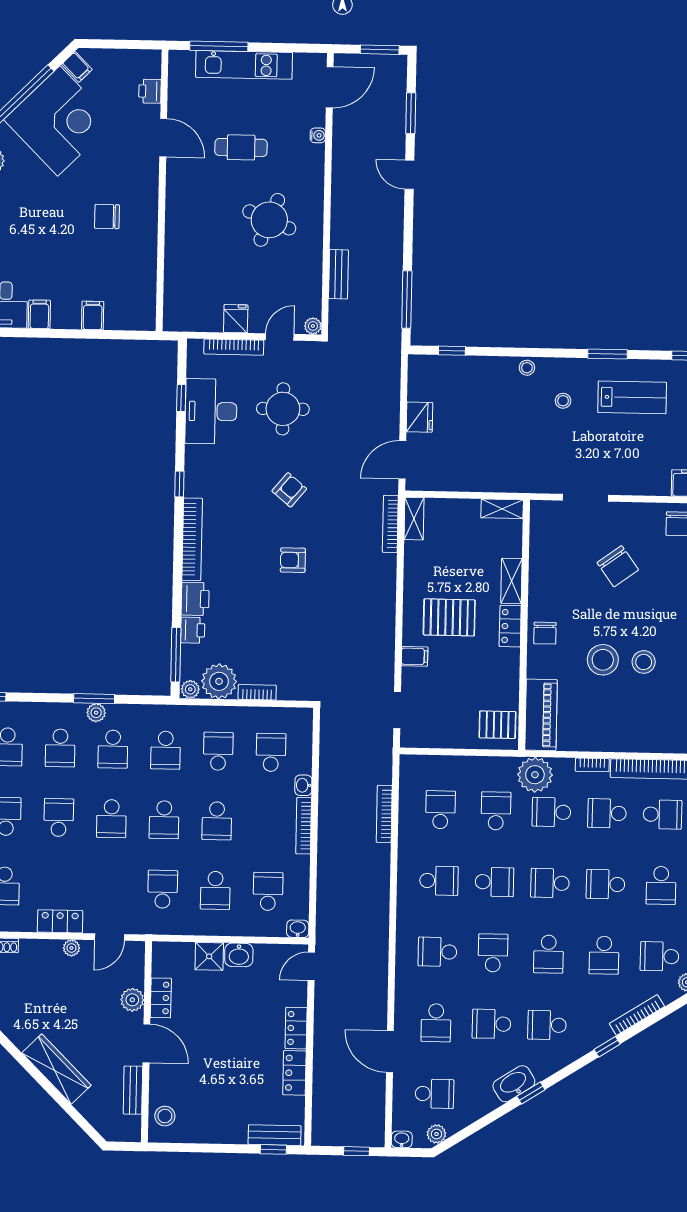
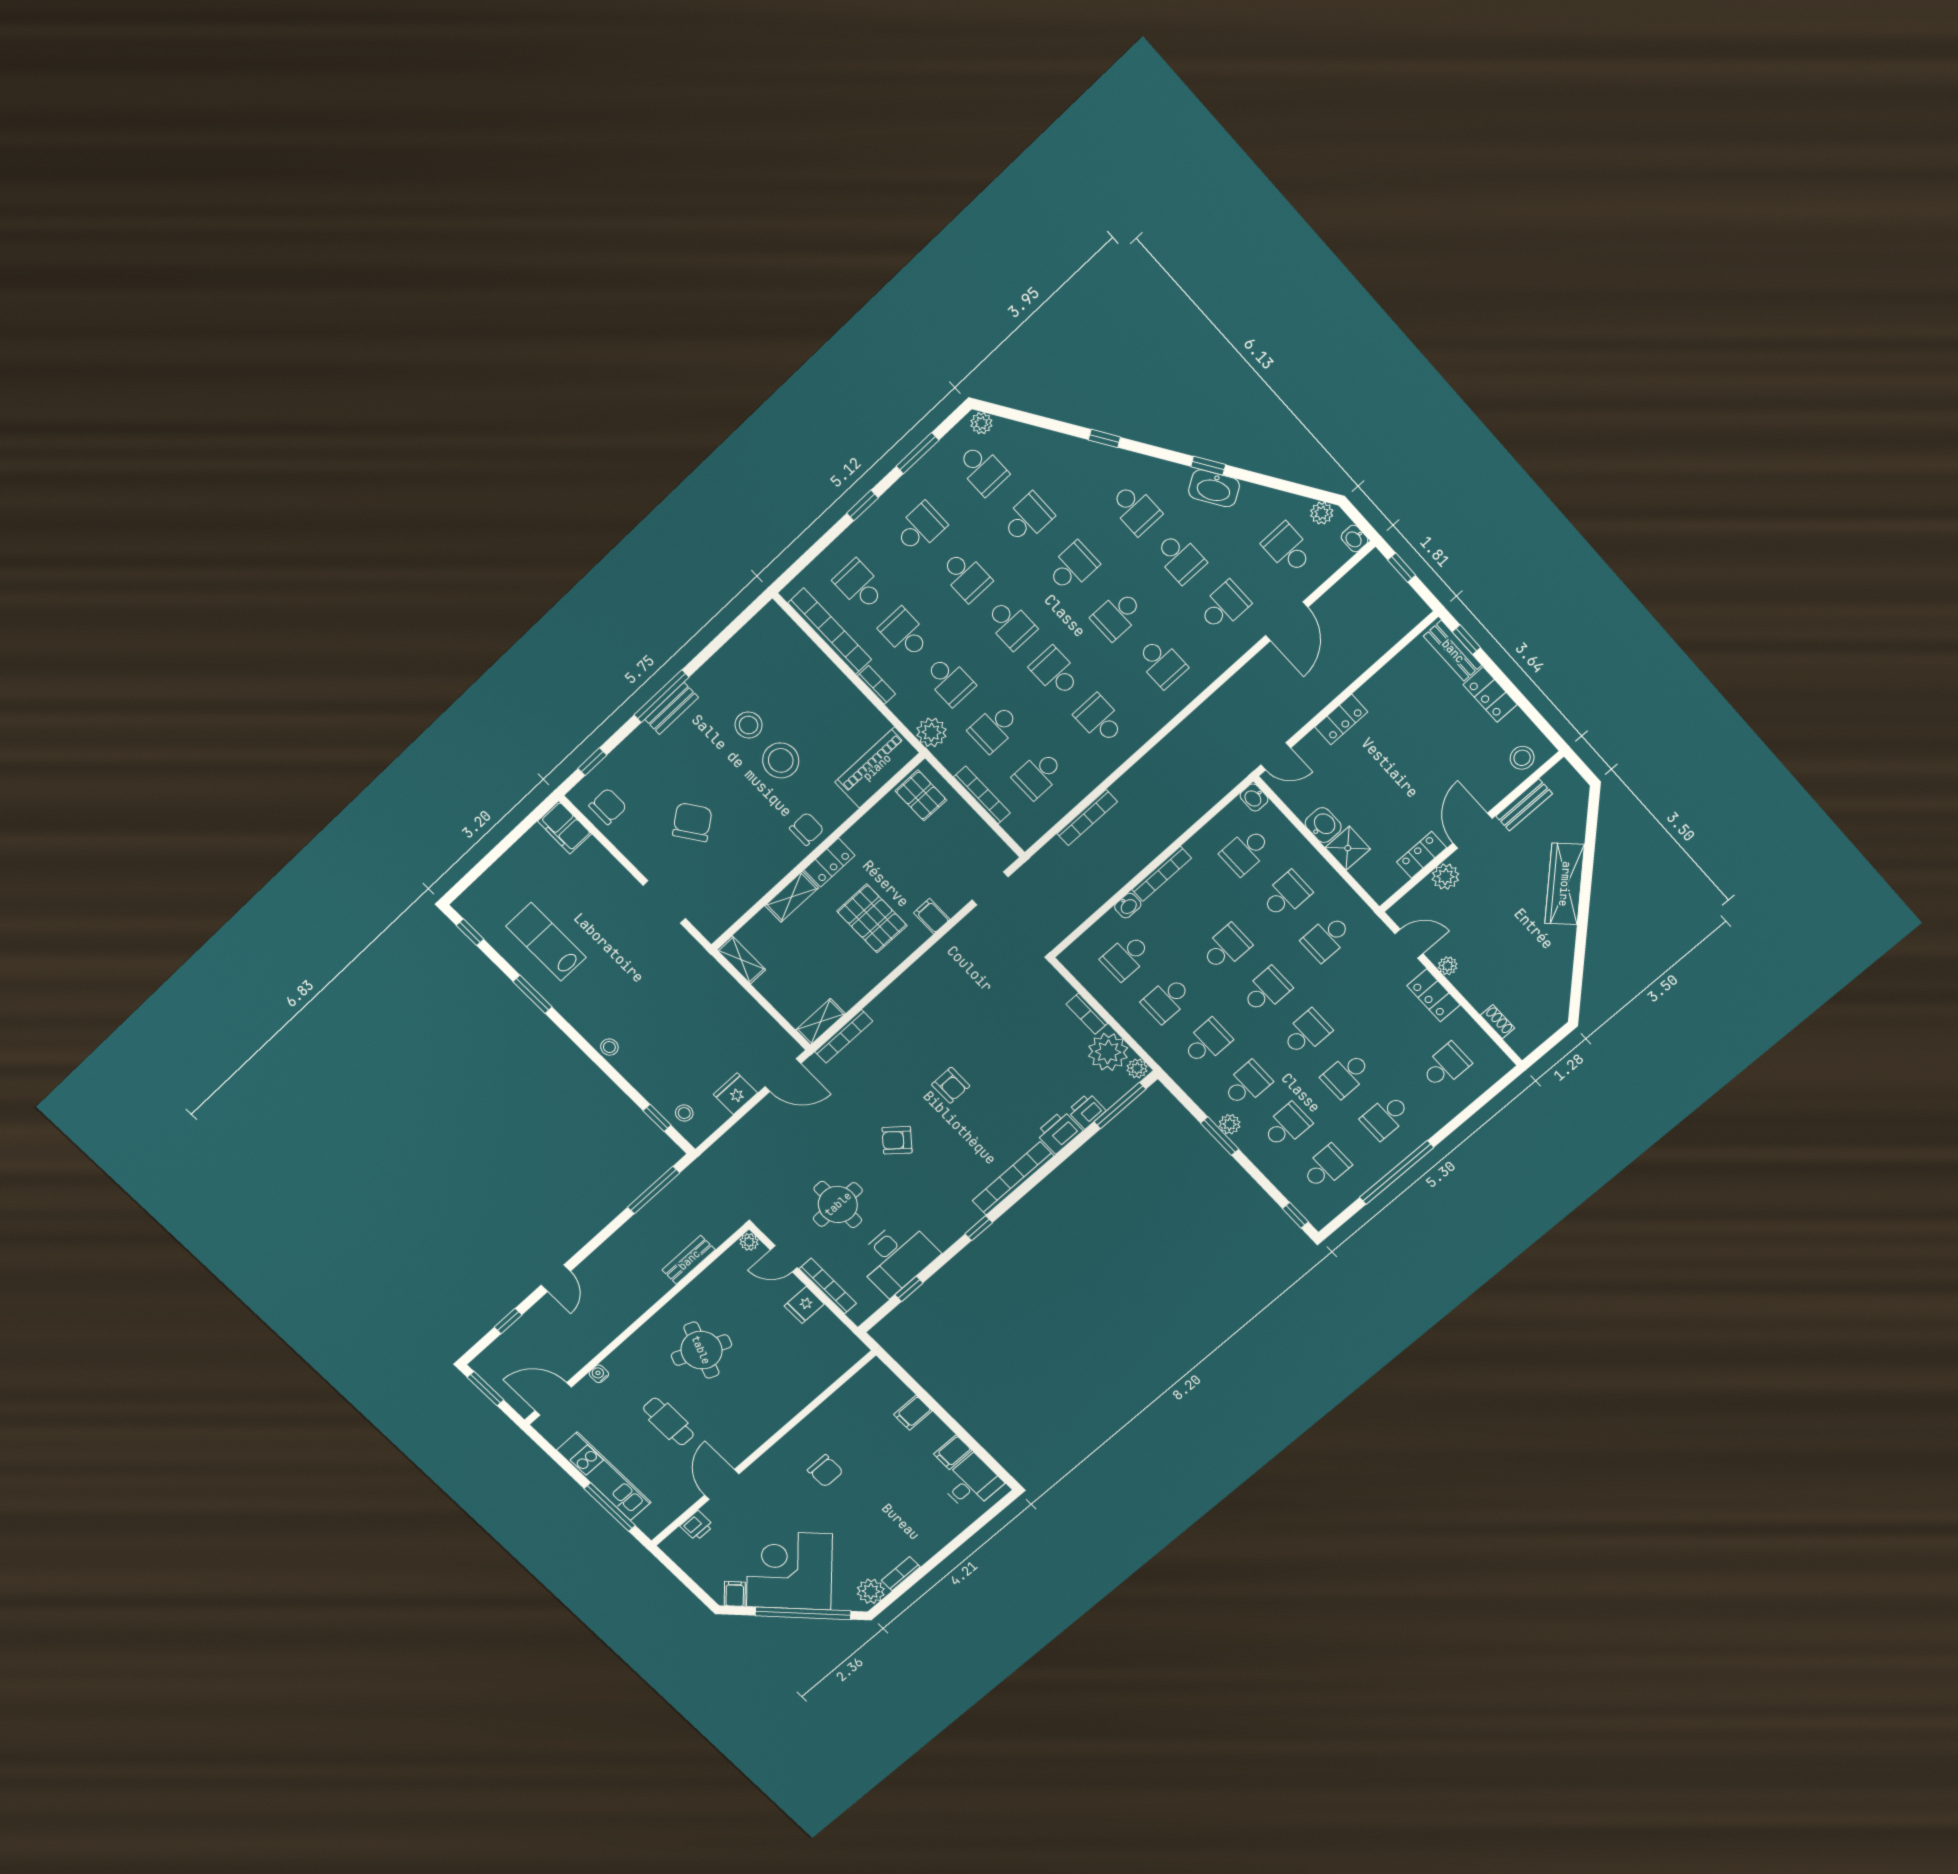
window: (411, 113) -> (508, 1321), width x0.67
stool: (563, 401) -> (684, 1113), moved
plant: (535, 775) -> (931, 732), width x0.73, depth x0.73
school desk: (607, 813) -> (905, 633), turned 180
bookcase: (637, 1015) -> (982, 795), moved, turned -148
locker: (294, 1073) -> (1490, 695), moved, turned 90

